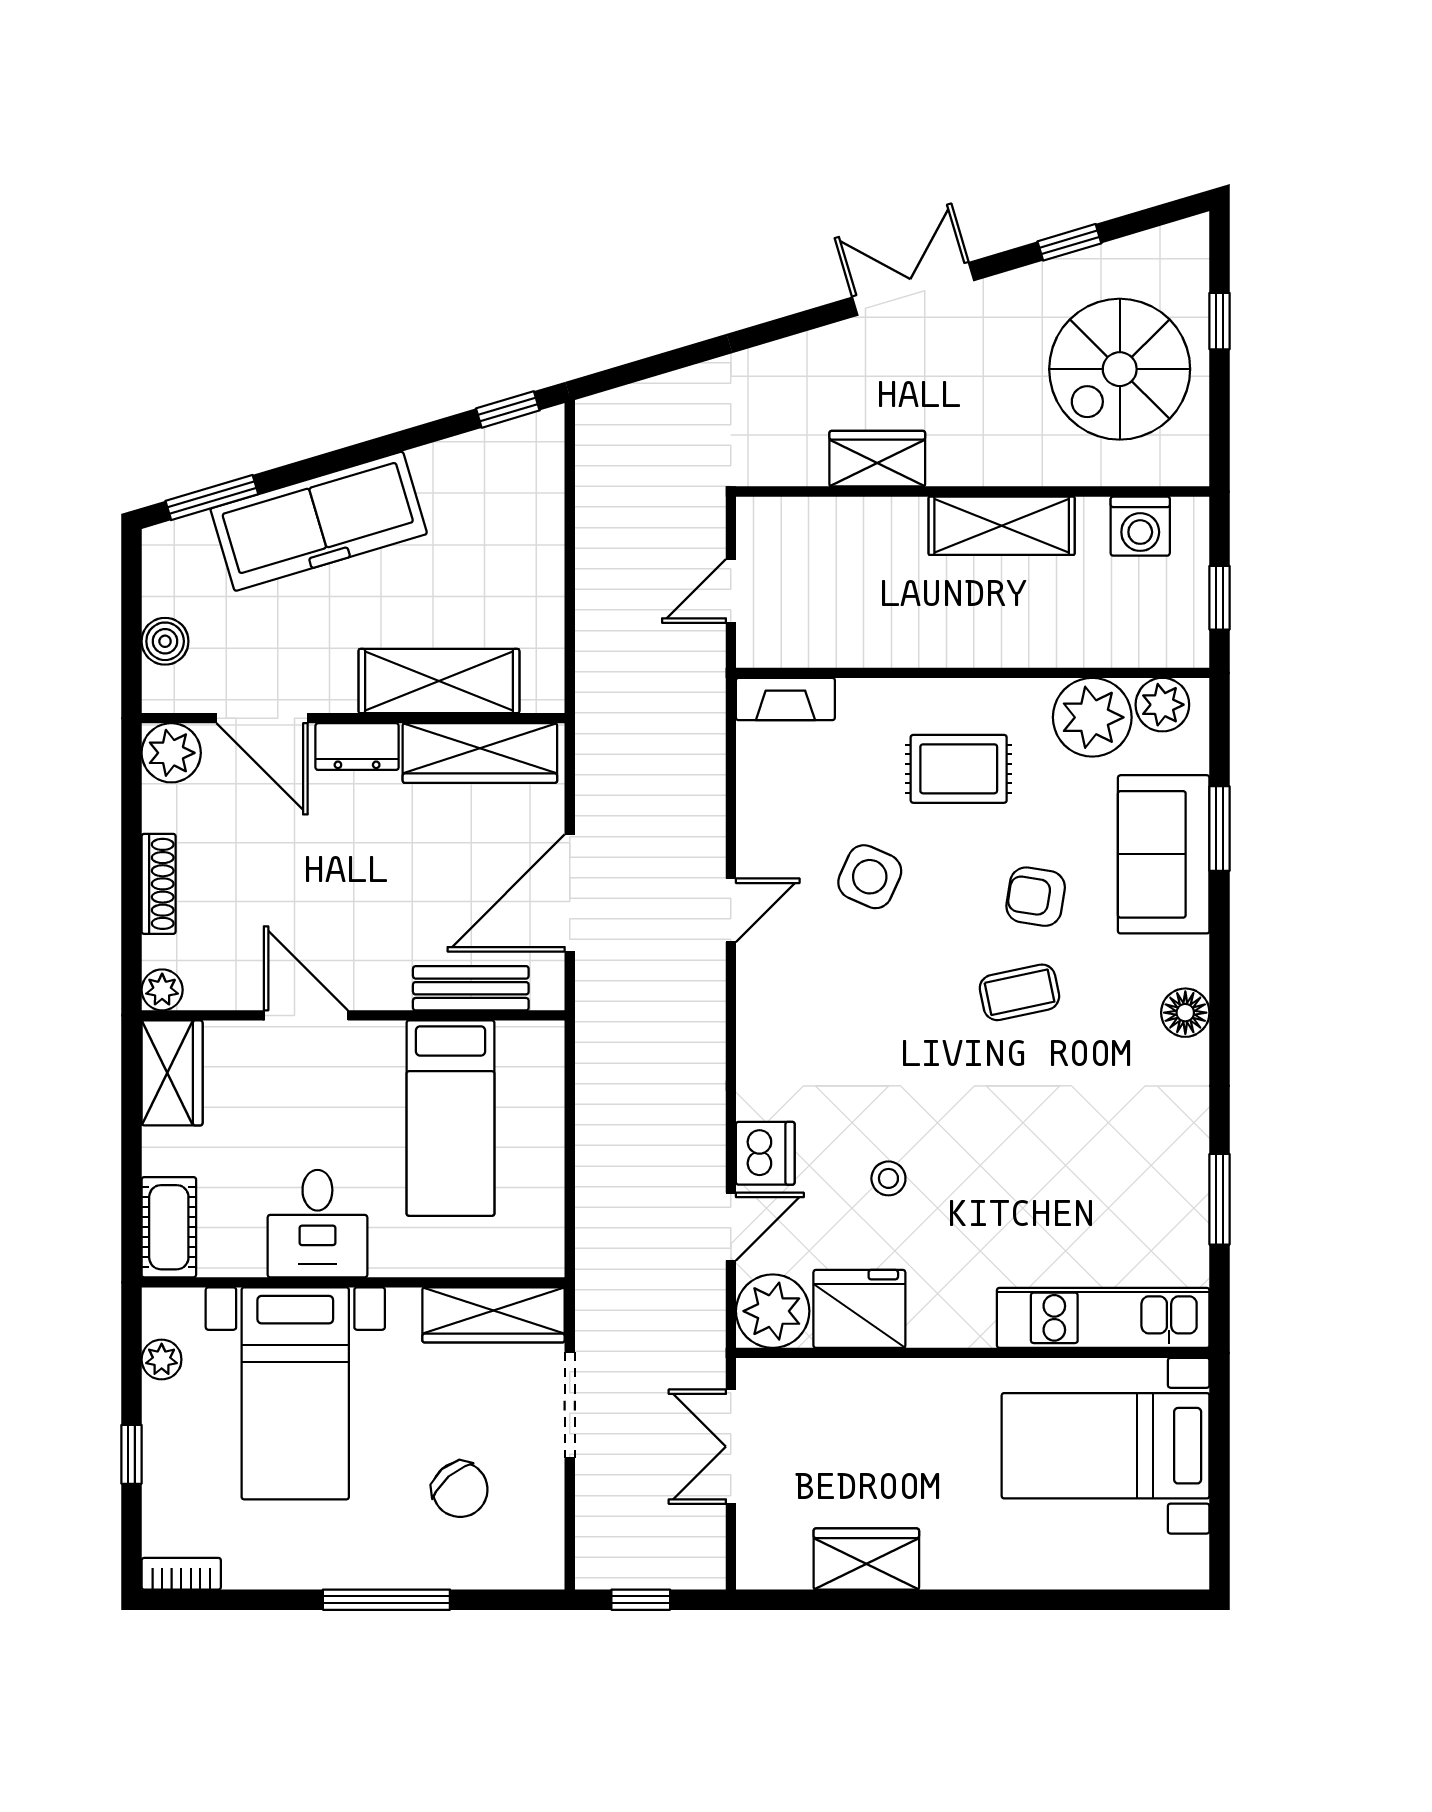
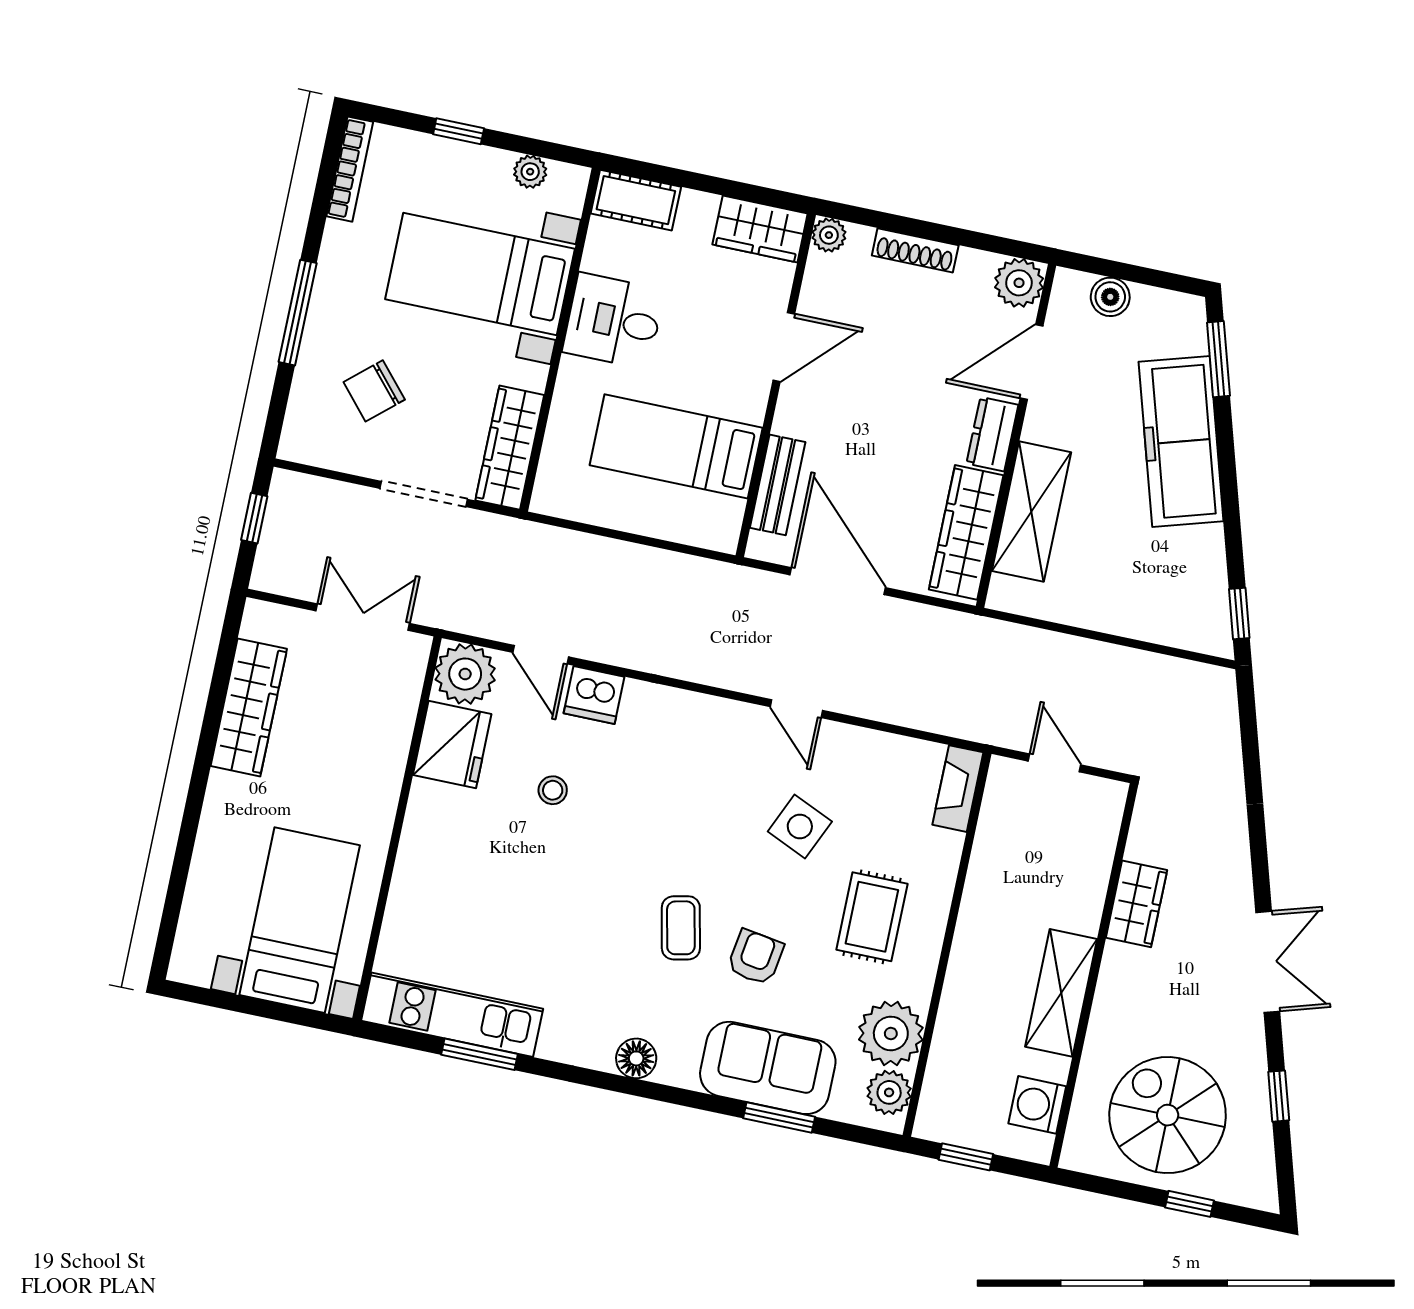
kitchen unit: (1103, 1318) -> (452, 1015), moved, turned -90
wardrobe: (866, 1559) -> (249, 707), width x1.50
bookcase: (181, 1574) -> (350, 169), width x1.56

